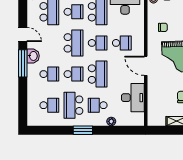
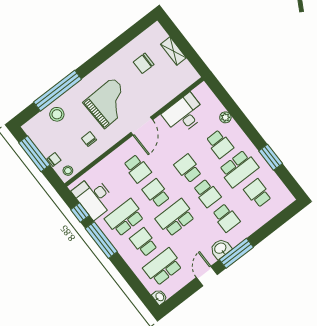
school desk: (122, 43) -> (137, 169), turned 180
school desk: (49, 74) -> (226, 218), turned 180
school desk: (73, 74) -> (207, 193), turned 180
school desk: (98, 74) -> (188, 169), width x0.54
window: (83, 130) -> (271, 157), moved

